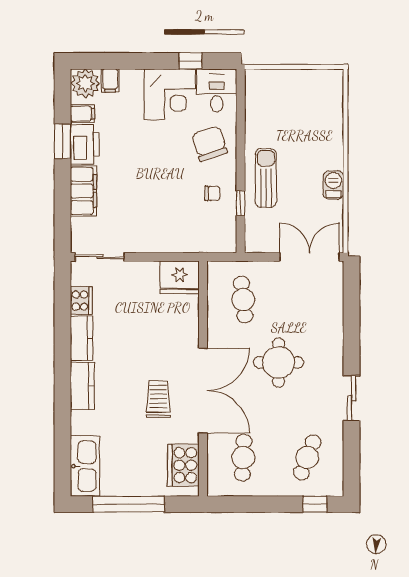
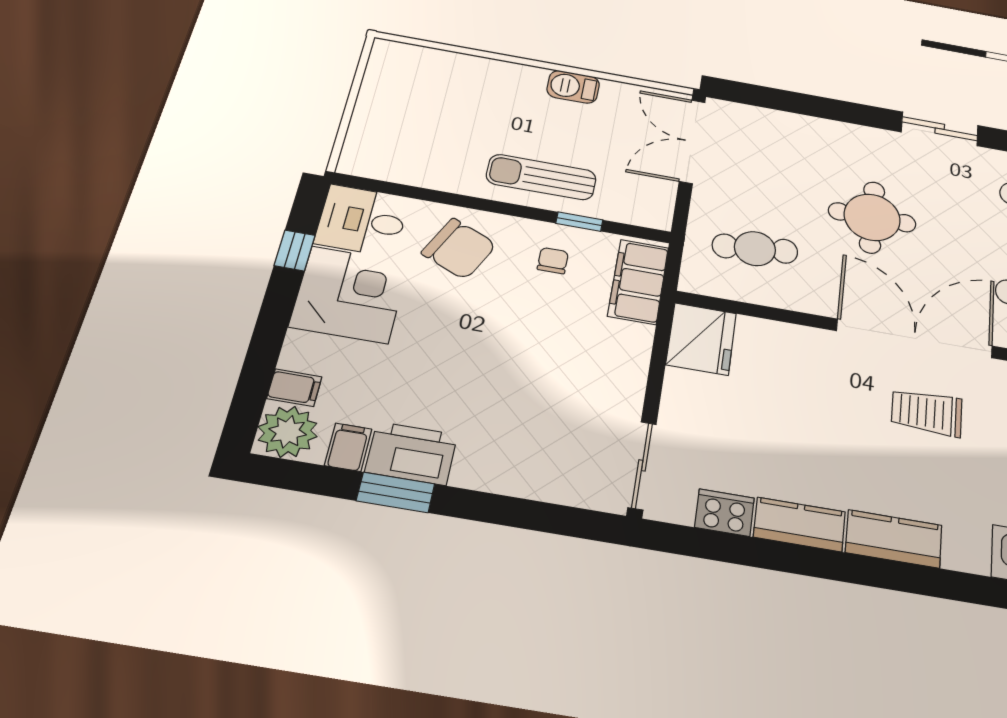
chair: (209, 144) -> (459, 249), turned -137
filing cabinet: (83, 191) -> (638, 282), moved, turned -90

